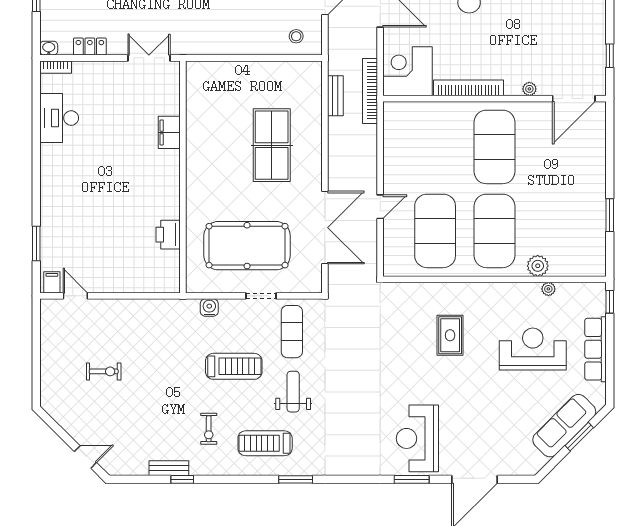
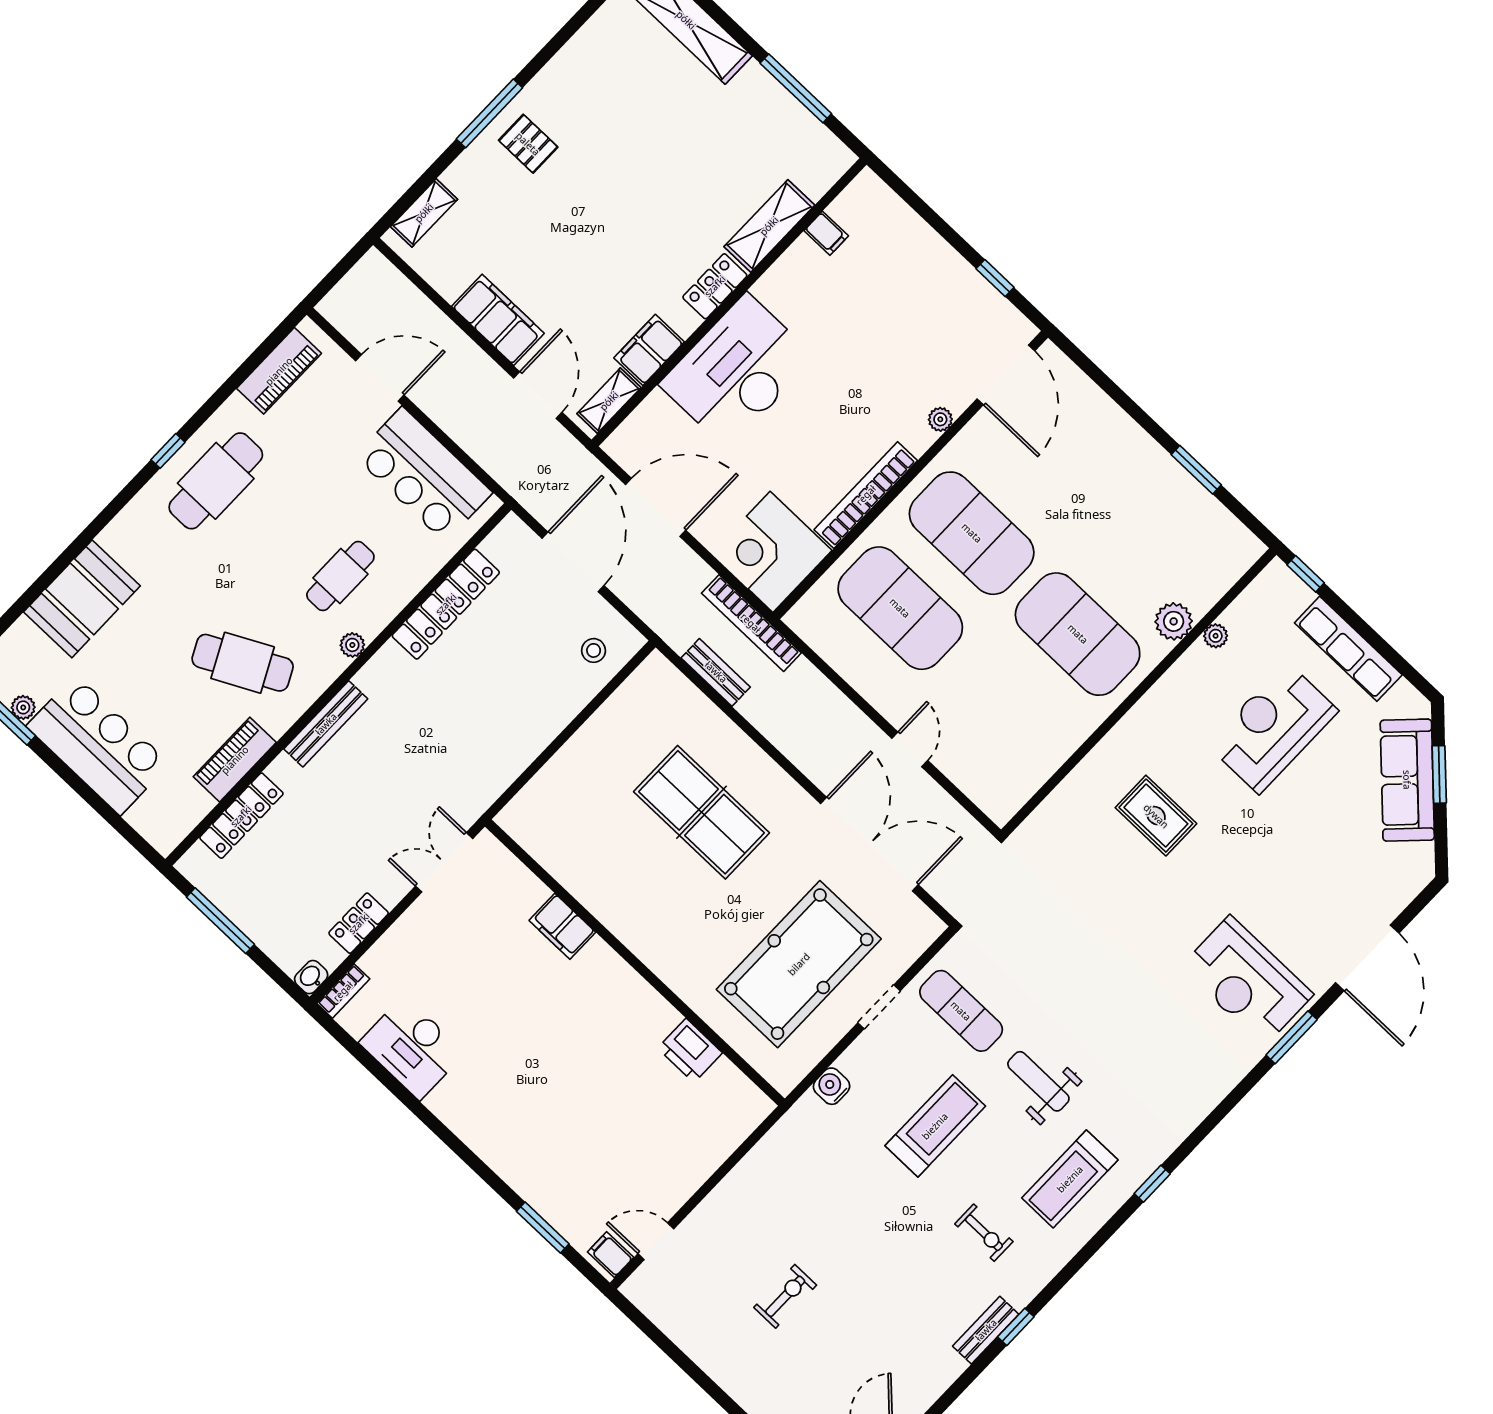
exercise mat: (435, 231) -> (900, 608), moved
window: (296, 479) -> (1152, 1184), width x0.67

